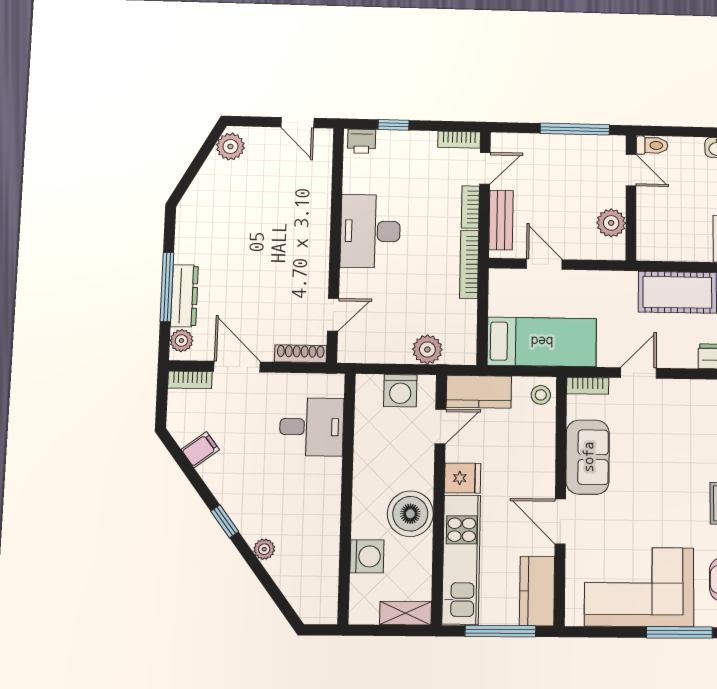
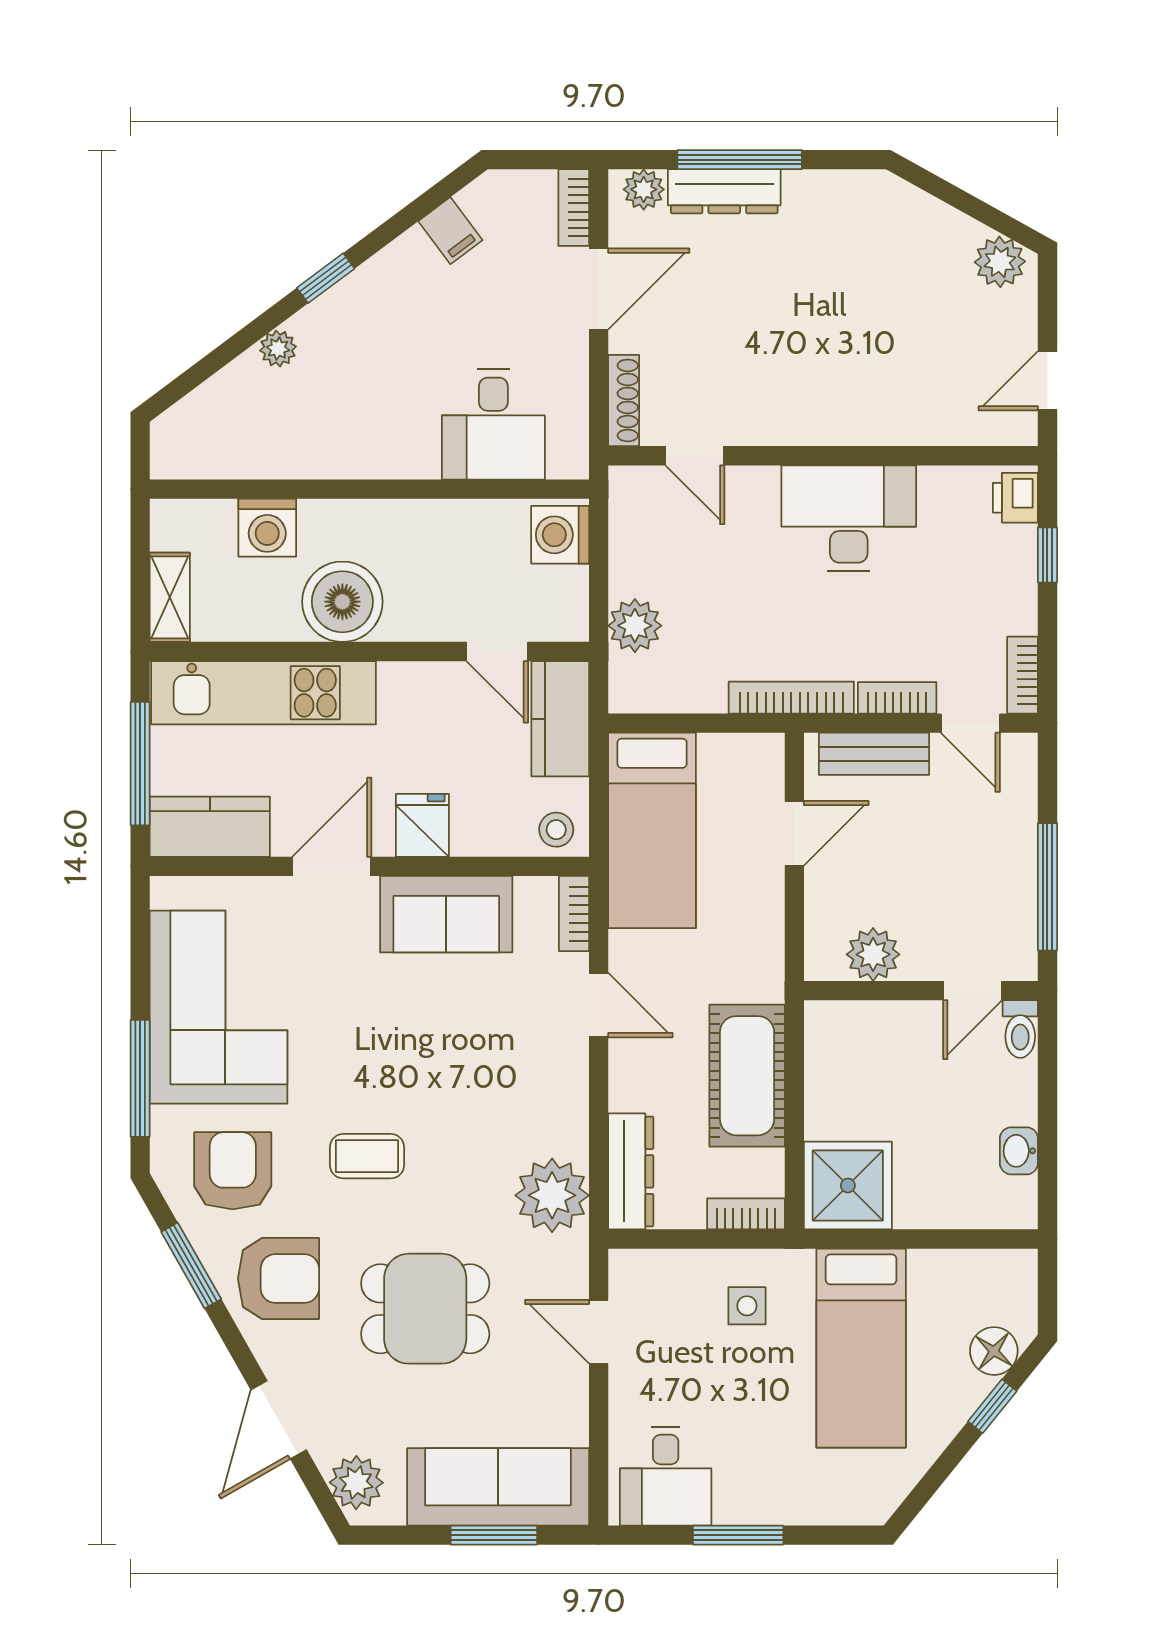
washing machine: (400, 391) -> (560, 535), moved
fridge: (463, 478) -> (422, 825), moved, turned 180

